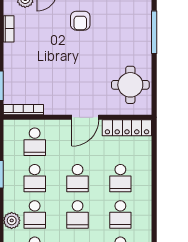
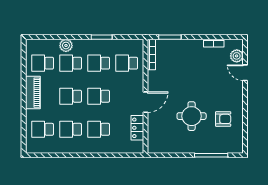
armchair: (80, 21) -> (223, 119), moved, turned 180
round table: (130, 85) -> (192, 116), moved
door: (85, 117) -> (146, 102), swing flipped
locker: (127, 128) -> (137, 128), width x0.66

